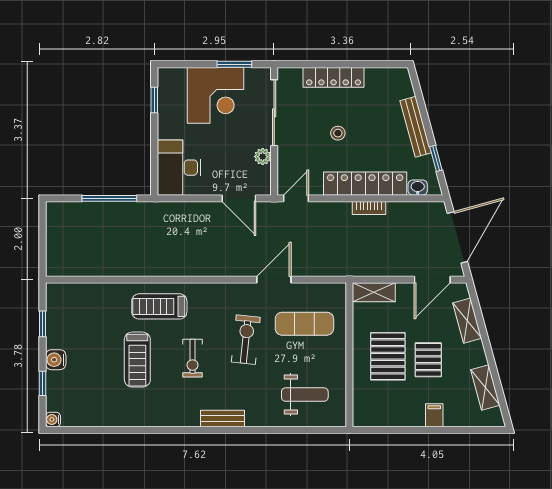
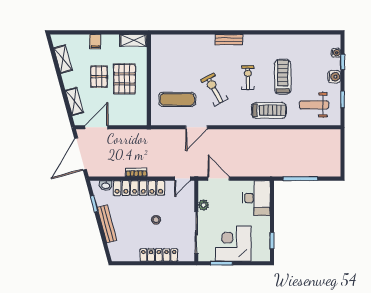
shelving: (374, 292) -> (133, 40), moved
exercise bike: (246, 340) -> (214, 89), turned 146
weight bench: (305, 395) -> (314, 105), moved
water cooler: (53, 419) -> (336, 53), moved

